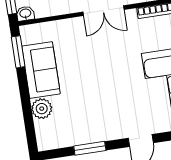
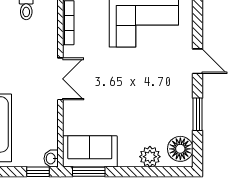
sofa: (41, 70) -> (90, 151), moved
floor lamp: (54, 137) -> (180, 149), added

